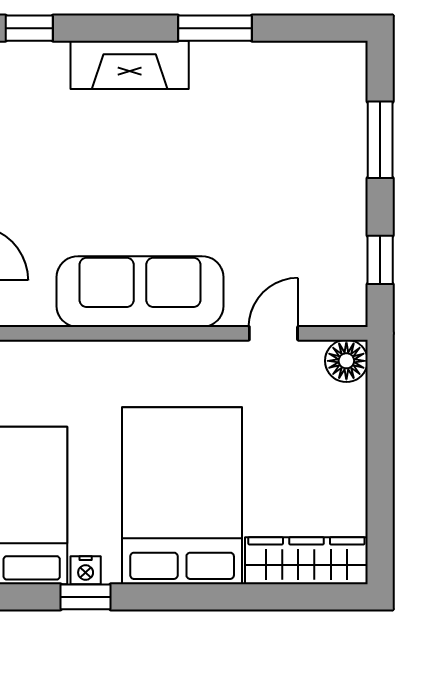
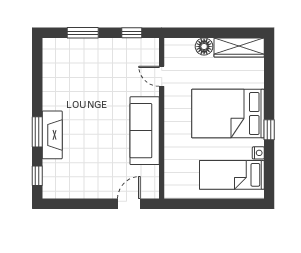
window: (215, 28) -> (37, 132), moved
floor lamp: (346, 361) -> (204, 47), moved
wardrobe: (306, 561) -> (239, 47), moved, turned -90
window: (86, 597) -> (269, 130), moved

